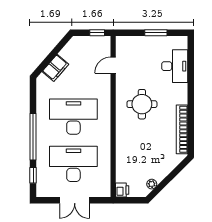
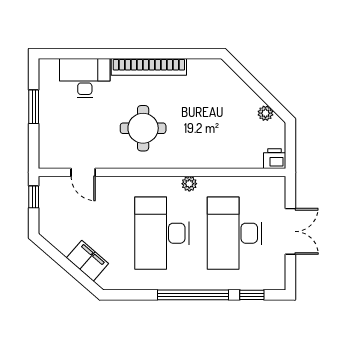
bookcase: (182, 129) -> (149, 67), moved
plant: (106, 134) -> (189, 184), added

